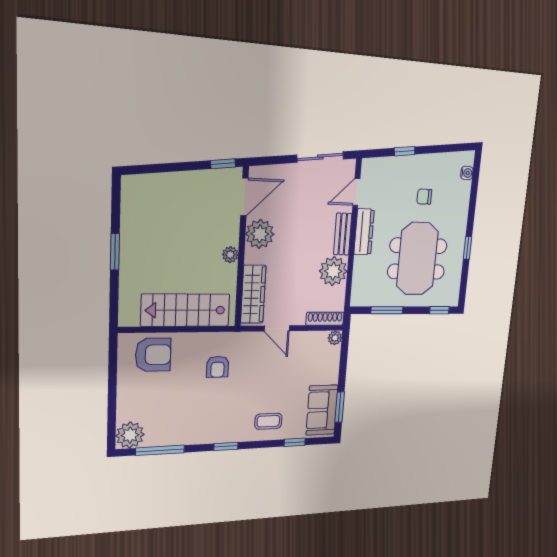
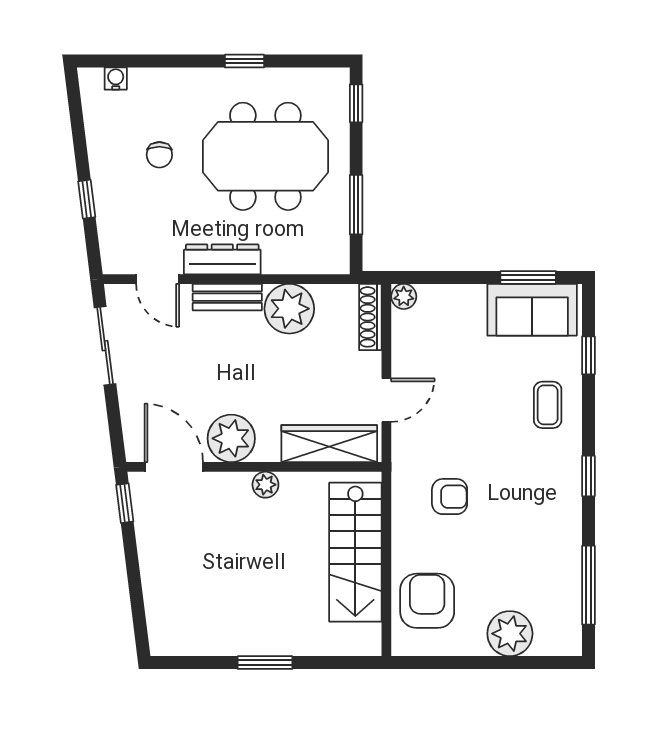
plant: (130, 435) -> (510, 634), moved

